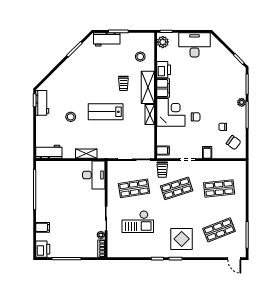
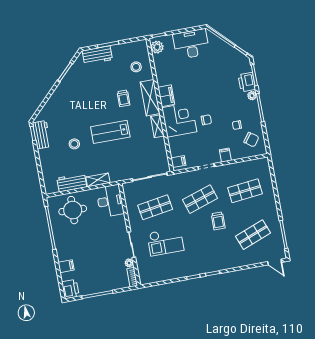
printer: (164, 70) -> (247, 82), moved, turned 180
workbench: (49, 152) -> (72, 183), moved
trolley: (162, 170) -> (218, 221), moved
round table: (58, 177) -> (73, 210), added
display table: (182, 239) -> (215, 252), removed

